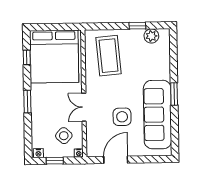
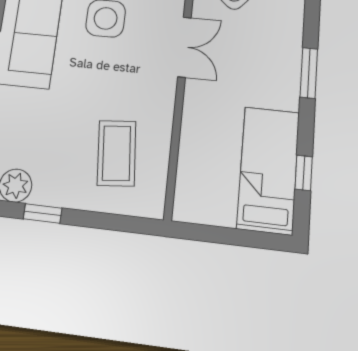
coffee table: (109, 56) -> (117, 153), width x0.73, depth x0.76
bed: (54, 57) -> (268, 170), width x0.49

